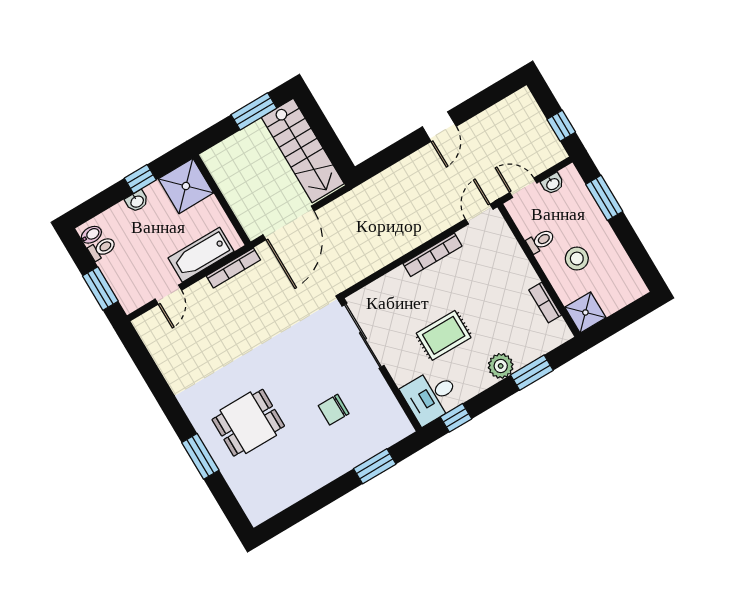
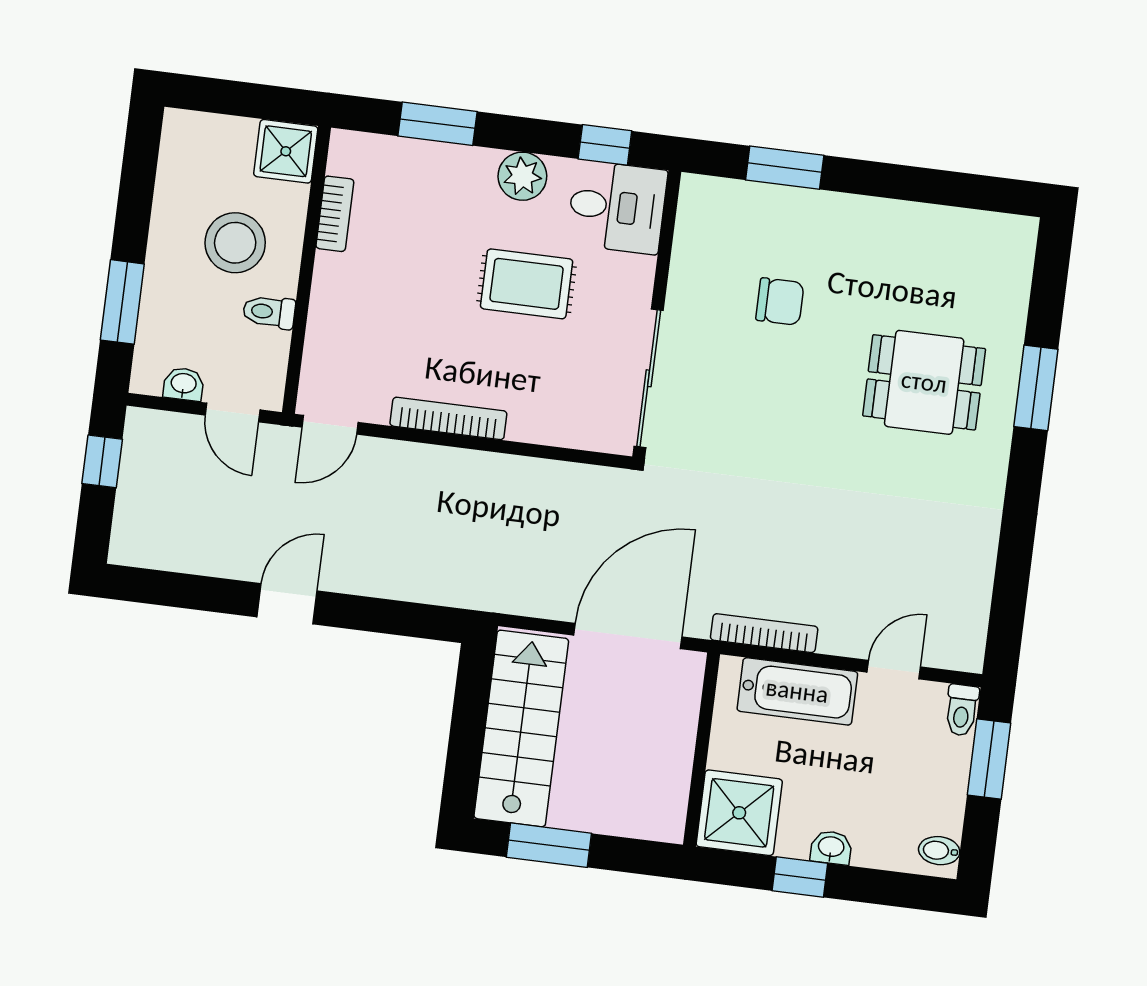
toilet: (102, 248) -> (962, 710), moved, turned -90
stool: (577, 259) -> (235, 243), width x1.38, depth x1.38
plant: (501, 366) -> (522, 176), moved

